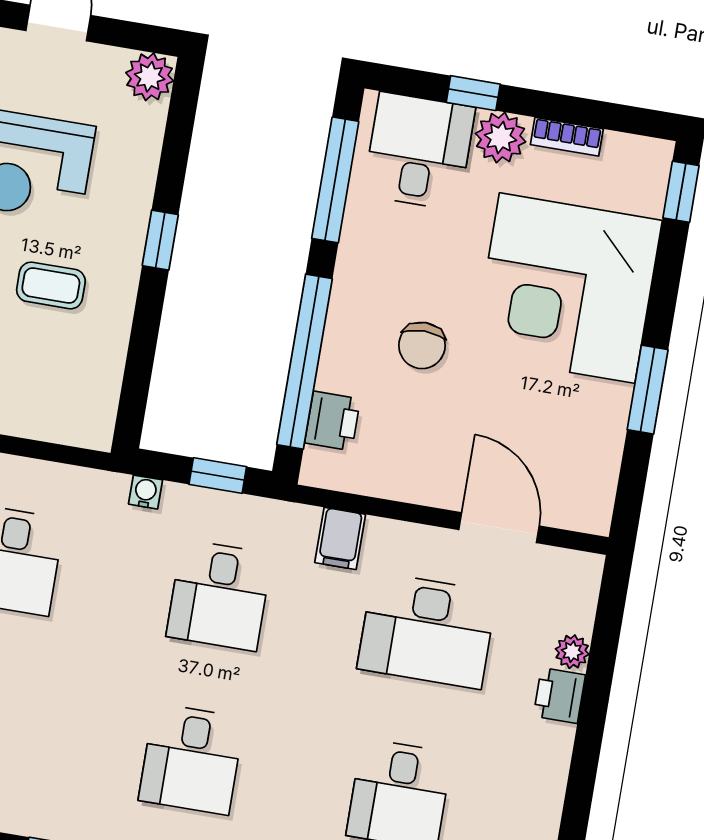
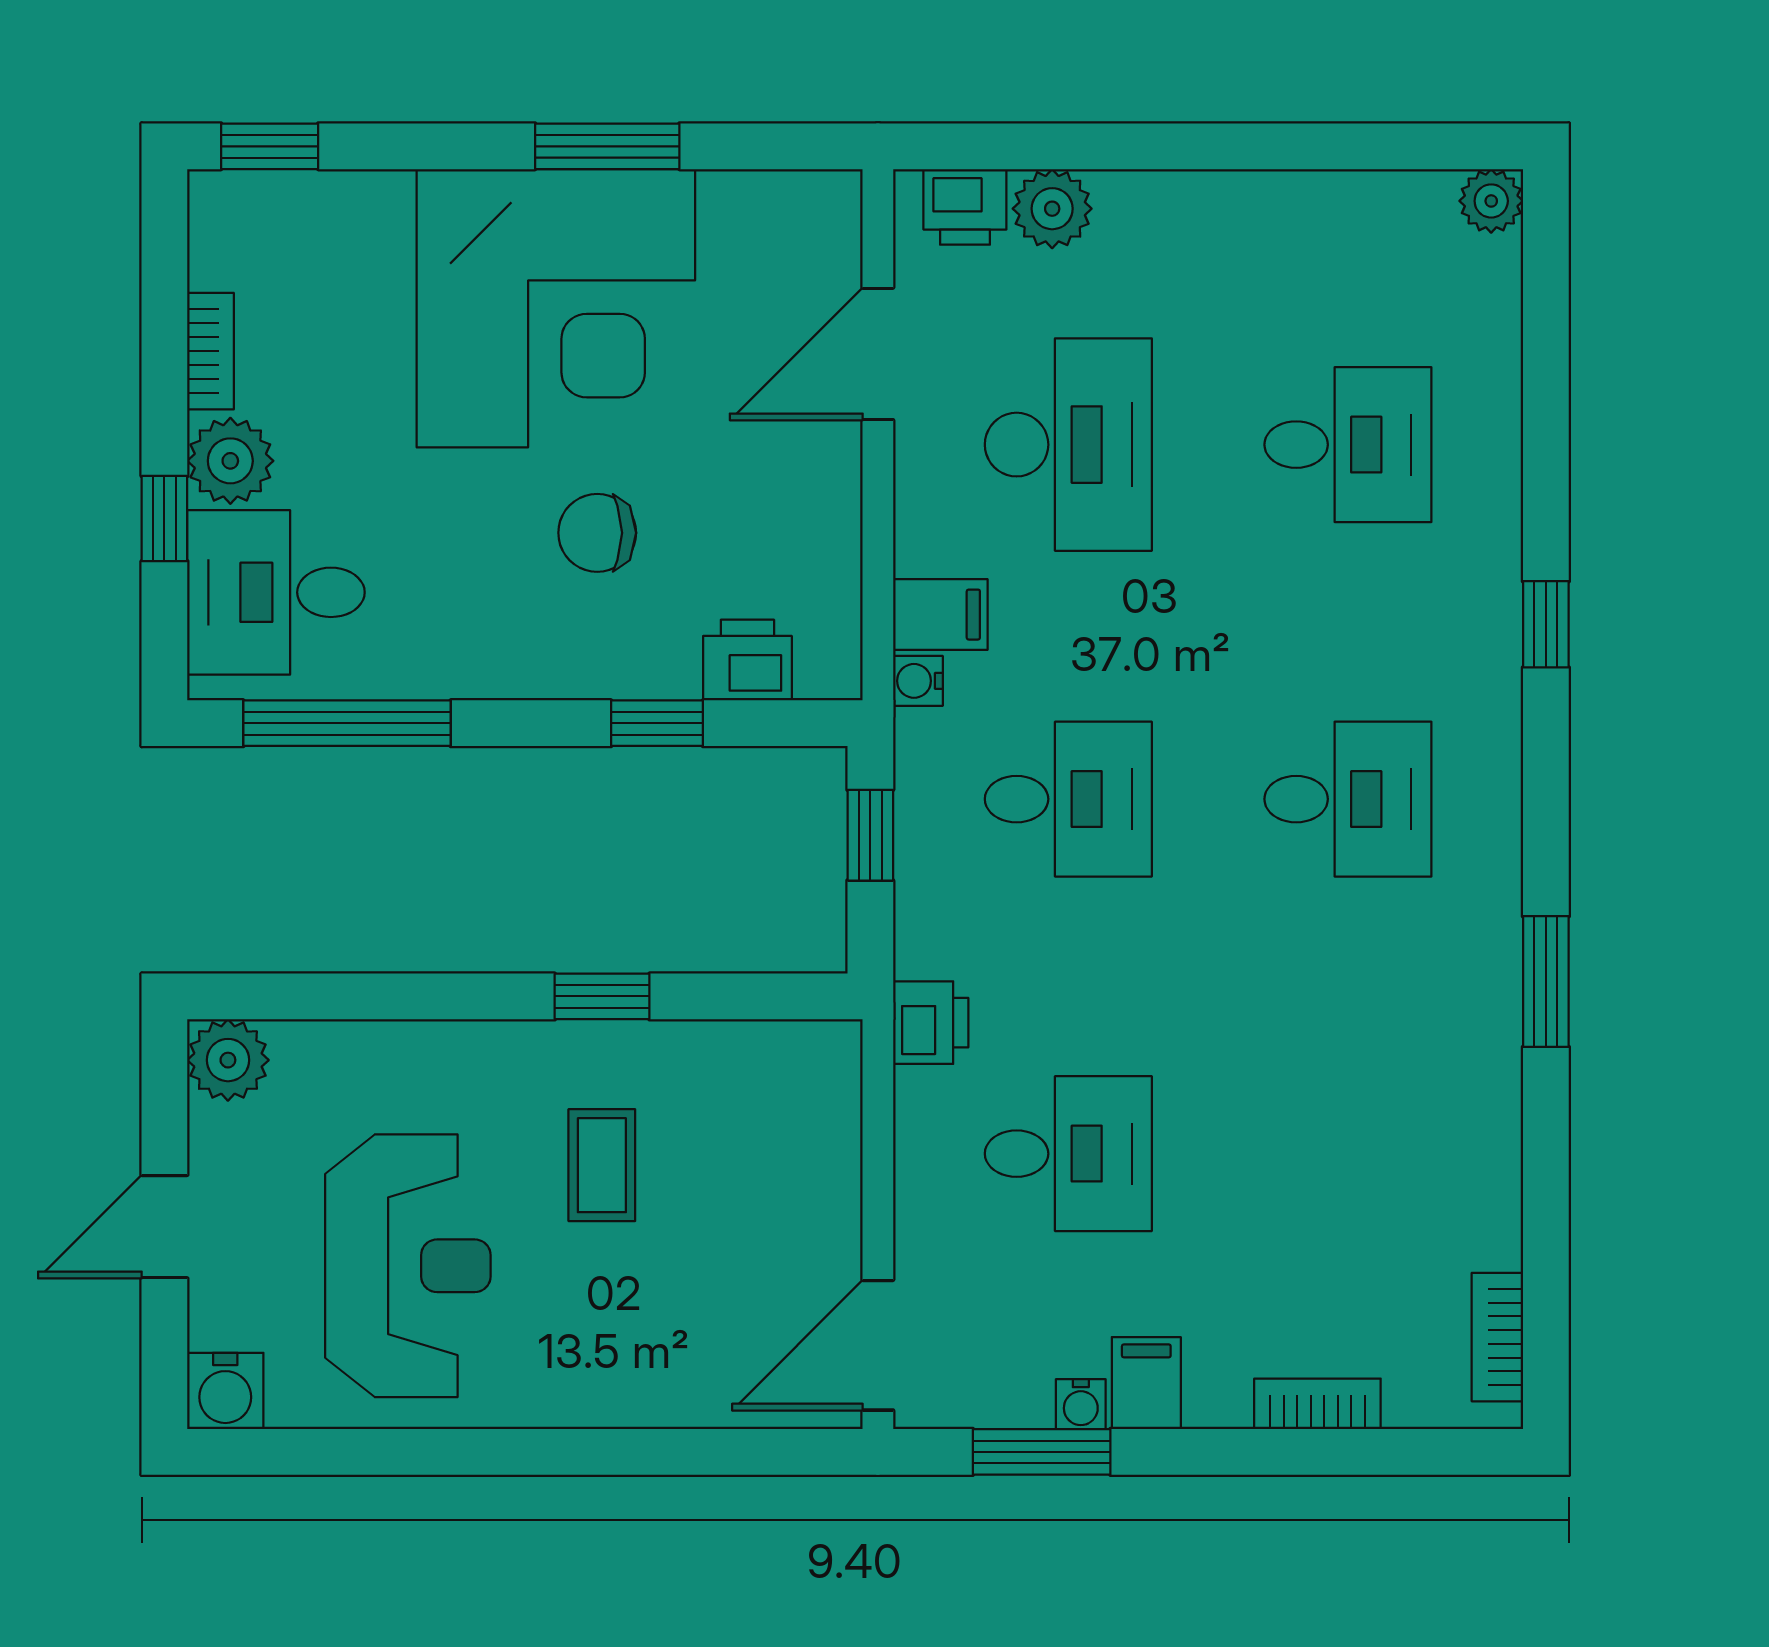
window: (160, 240) -> (602, 996), moved
corner desk: (567, 288) -> (556, 308), moved
chair: (422, 345) -> (597, 533), turned 180
window: (304, 362) -> (657, 723), width x0.32
printer: (102, 492) -> (931, 1023), added
water cooler: (145, 492) -> (918, 681), moved
plant: (572, 652) -> (1052, 209), width x1.38, depth x1.38
printer: (559, 696) -> (965, 207), moved

